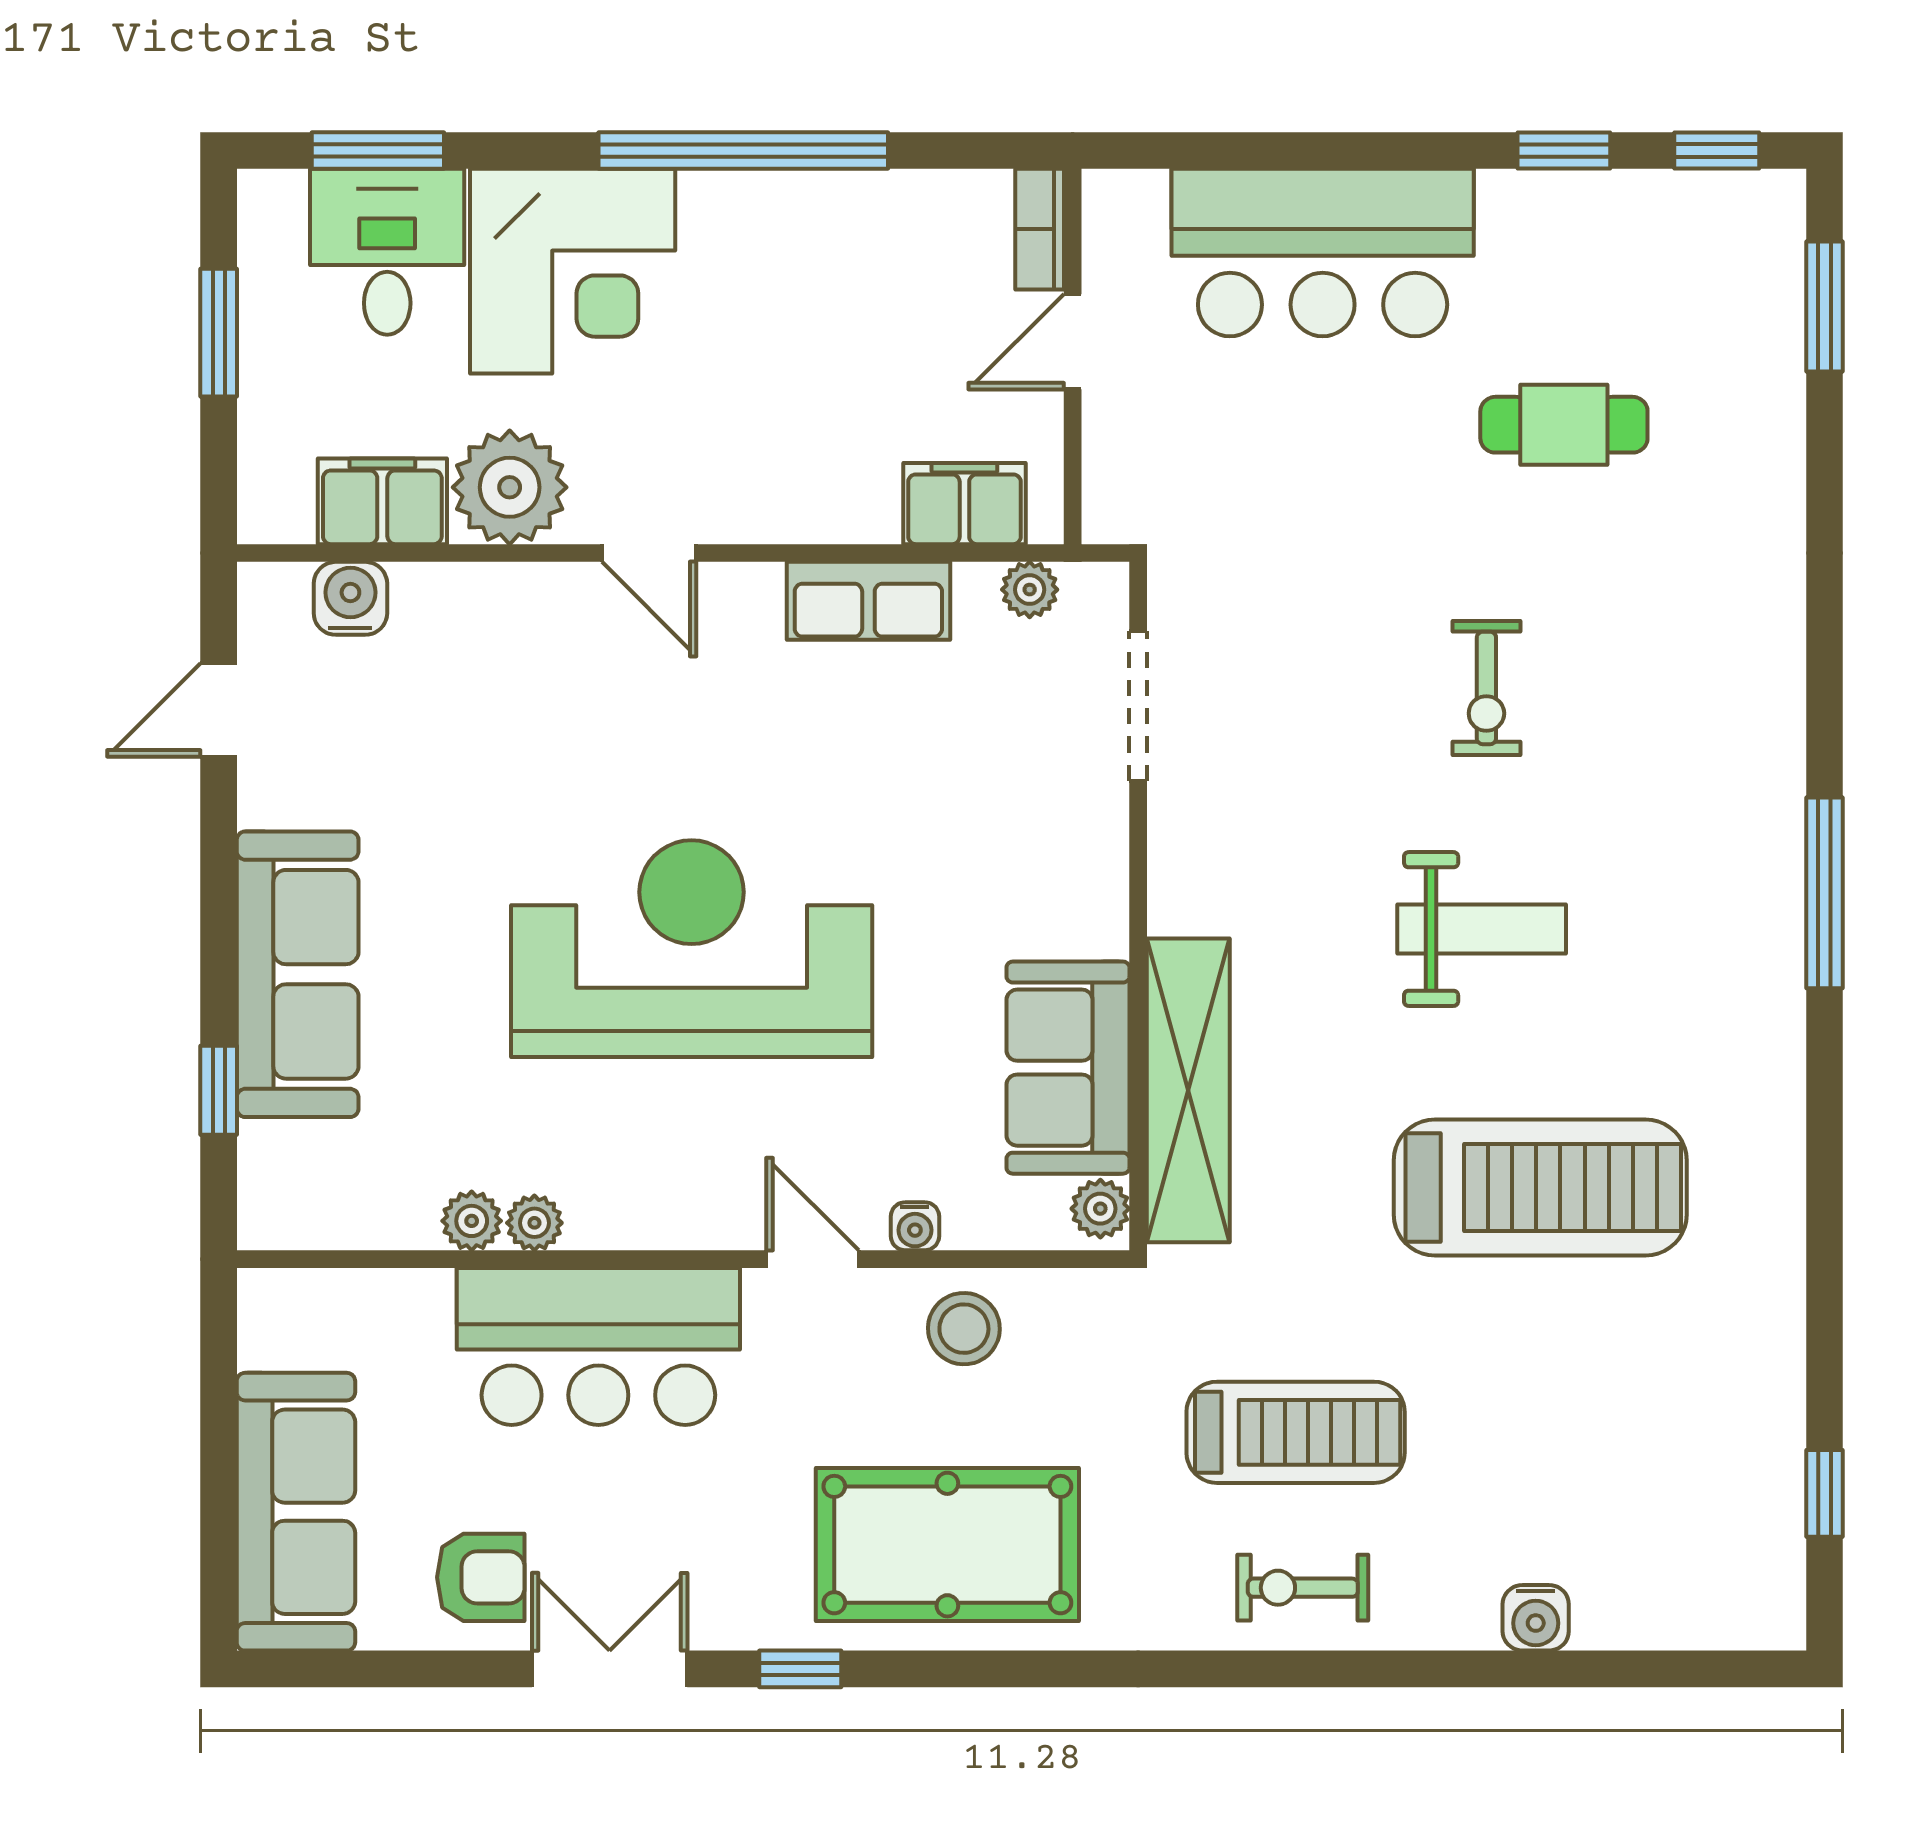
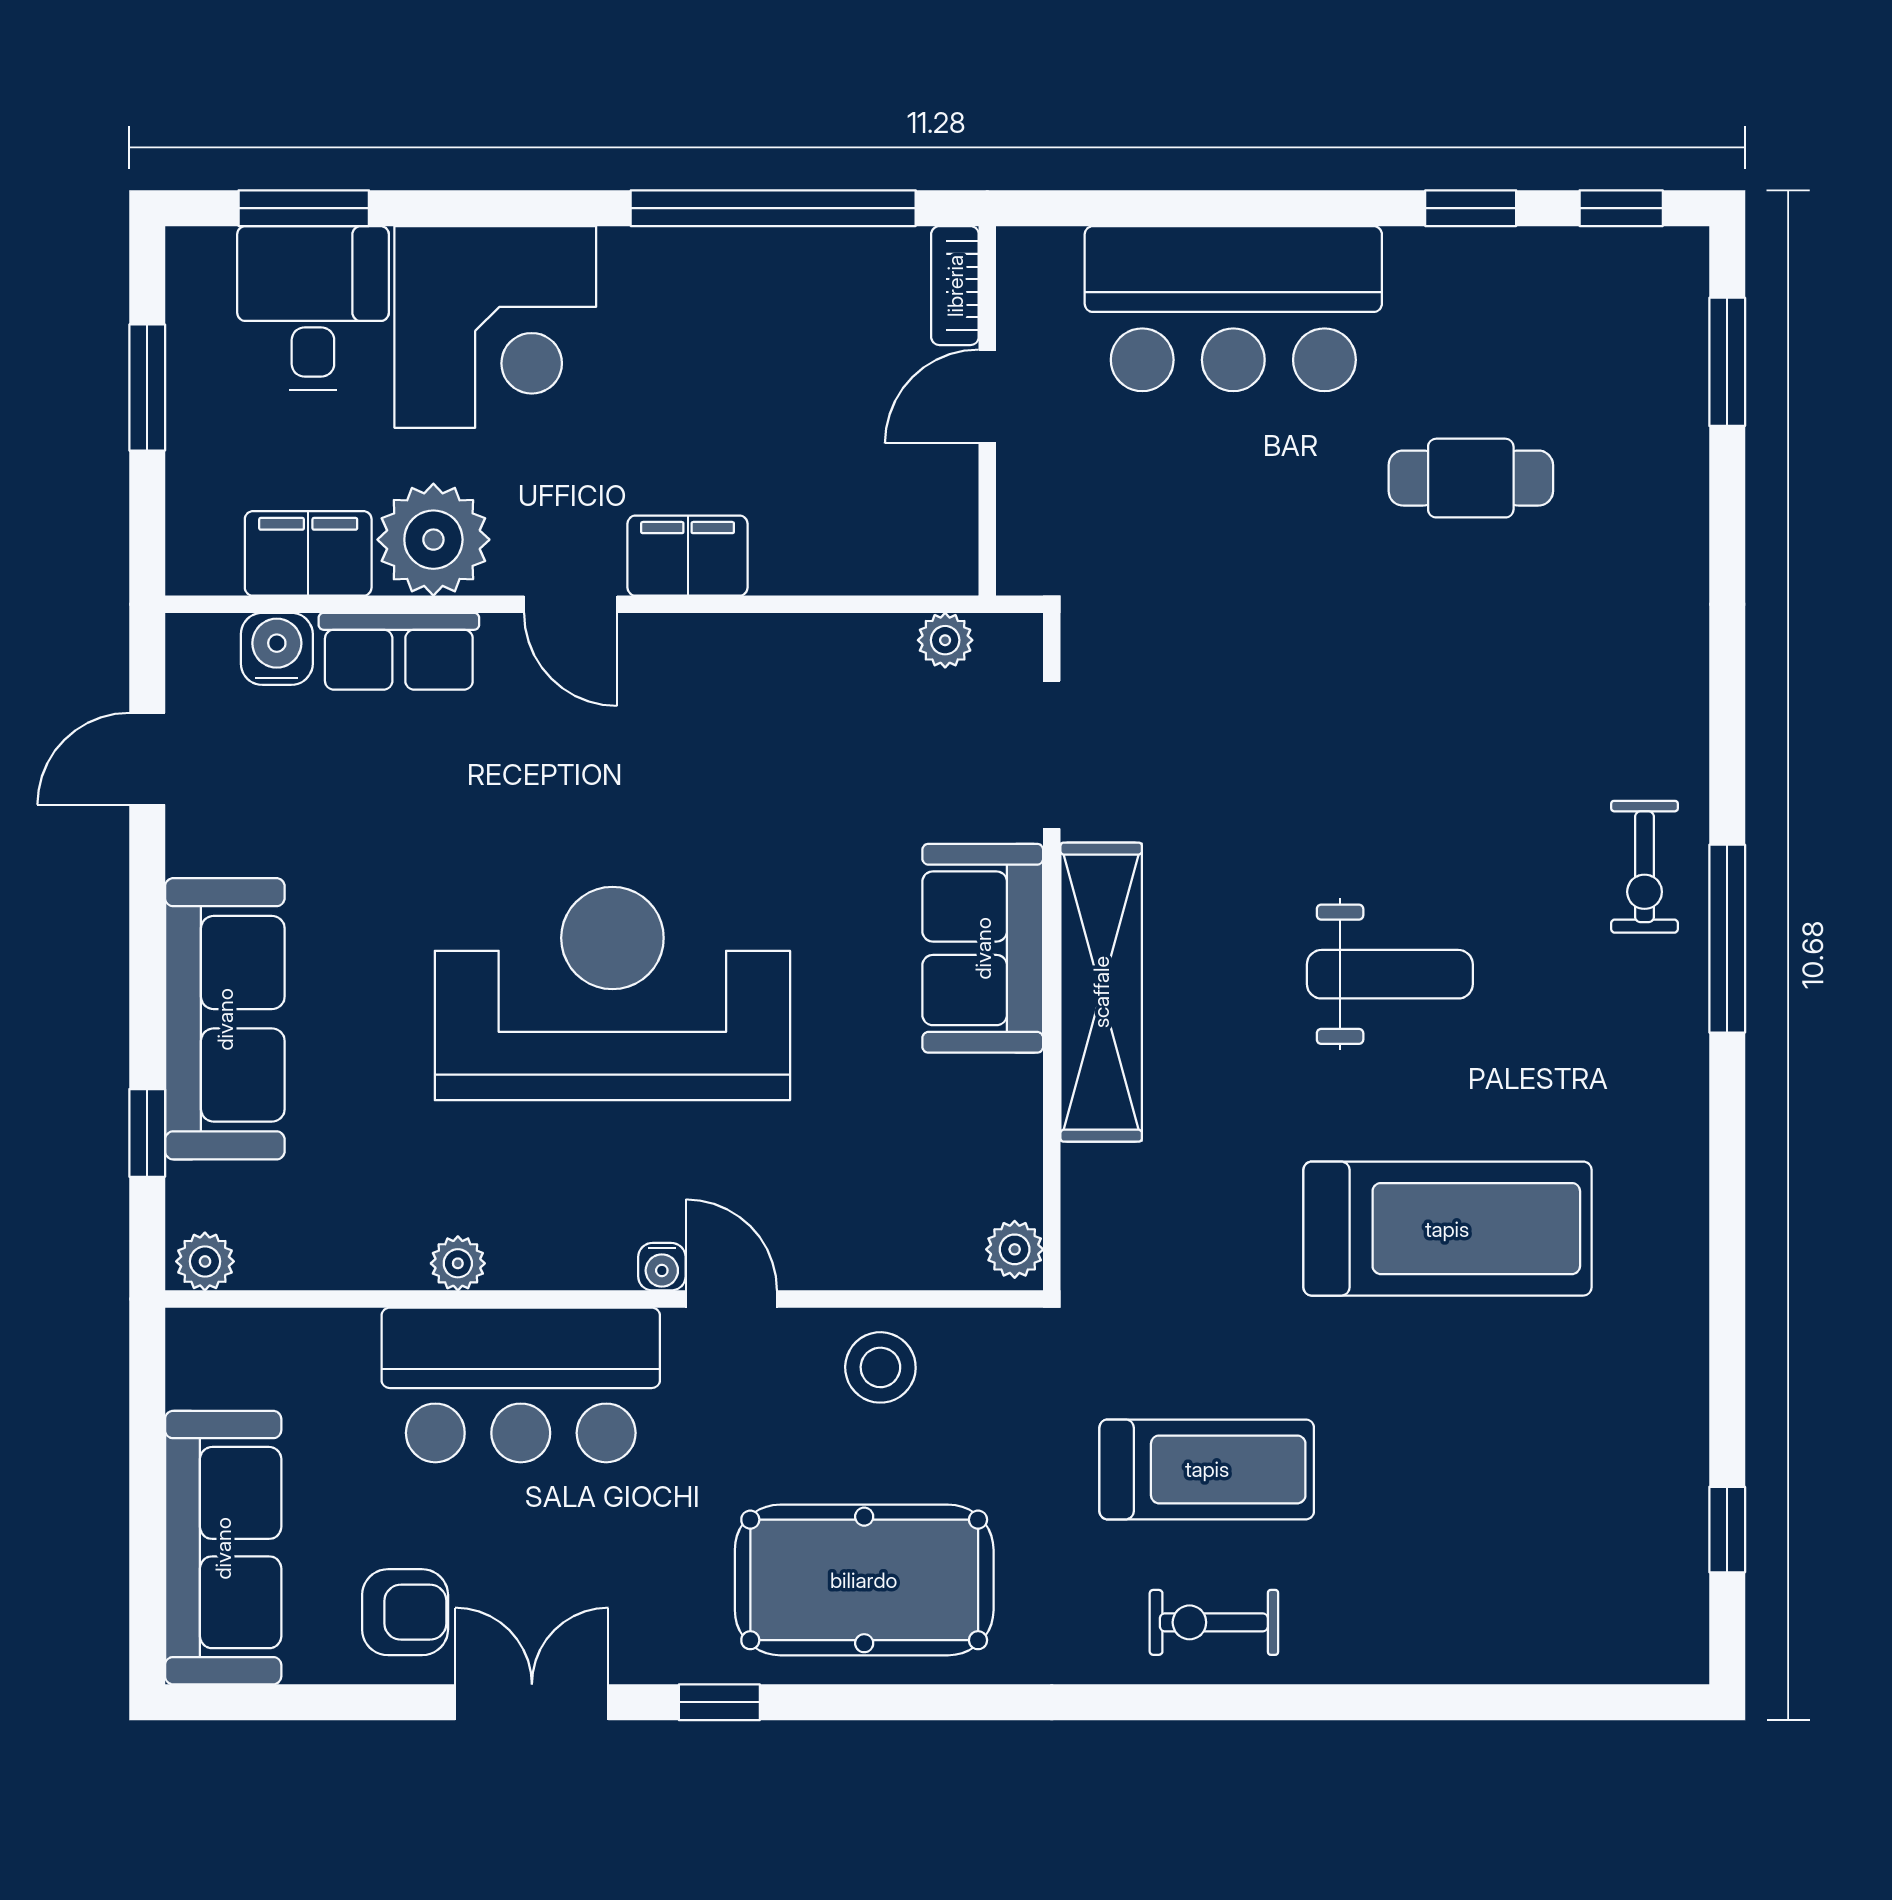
window: (743, 150) -> (773, 208), moved
filing cabinet: (964, 504) -> (688, 556), moved
row of seats: (868, 601) -> (399, 651), moved
exercise bike: (1486, 688) -> (1645, 867), moved
sofa: (1068, 1068) -> (983, 948), moved
shelving: (1188, 1090) -> (1101, 992), moved
plant: (472, 1221) -> (205, 1261), moved
water cooler: (915, 1226) -> (662, 1267), moved
water cooler: (1536, 1618) -> (1443, 1652), removed

